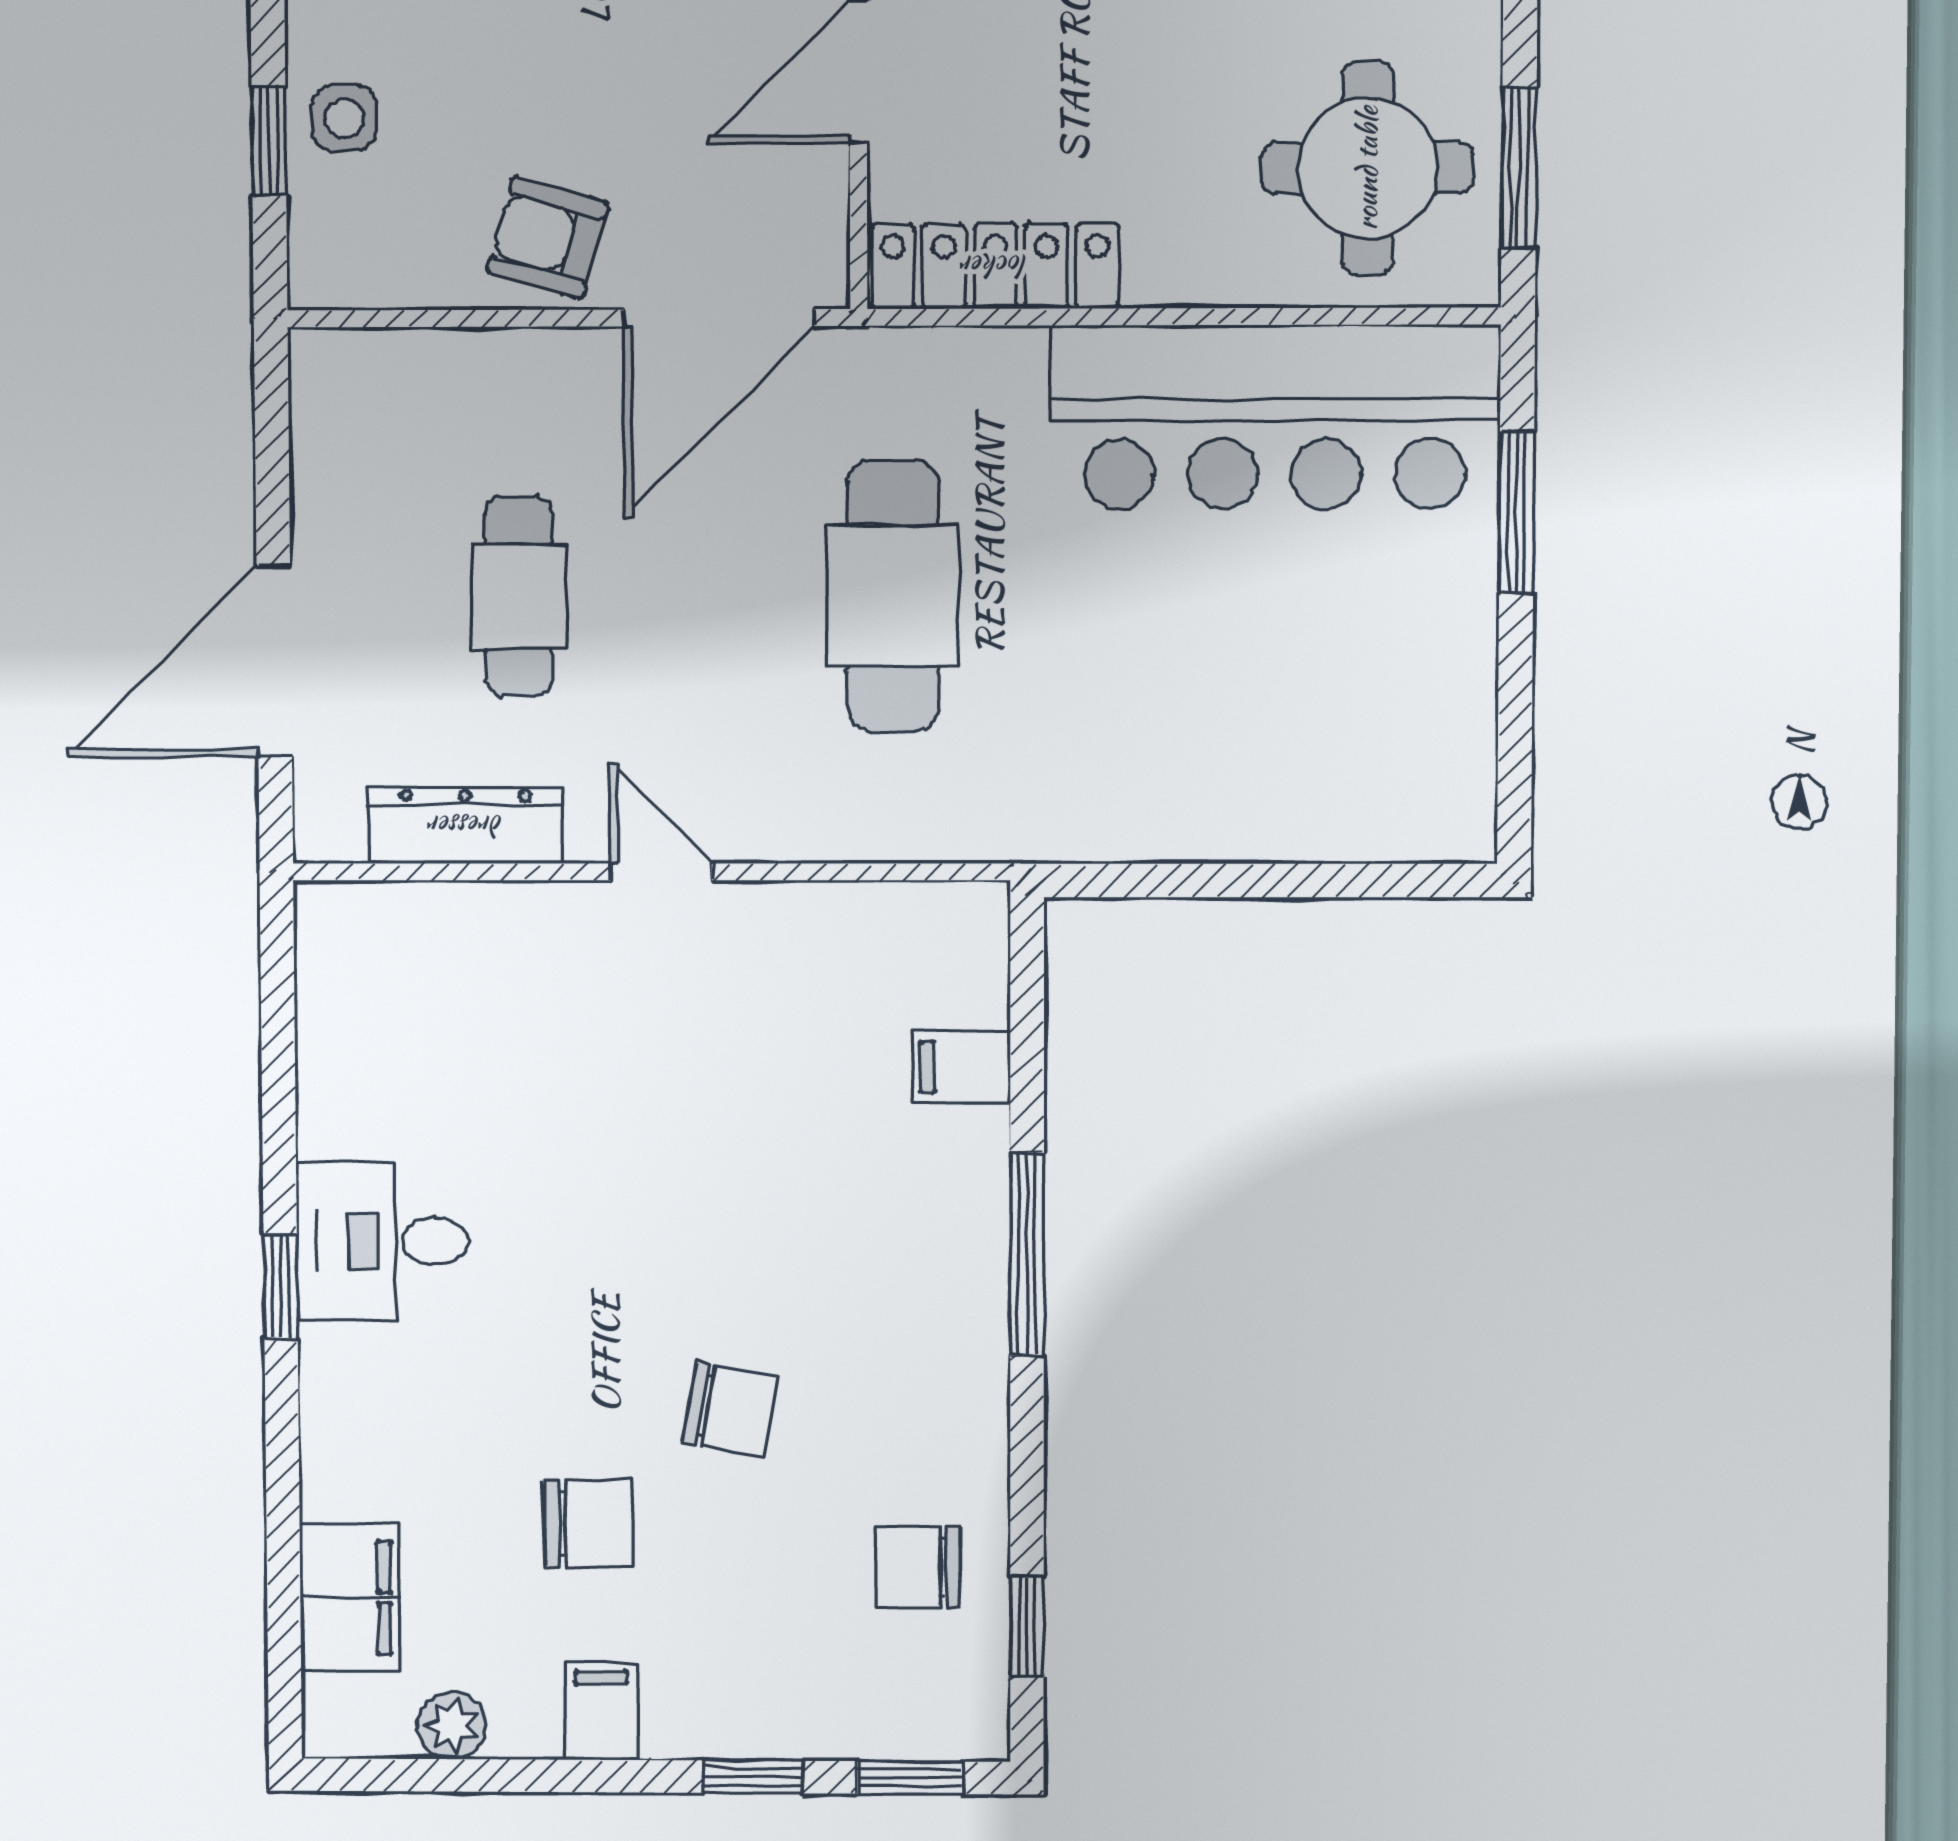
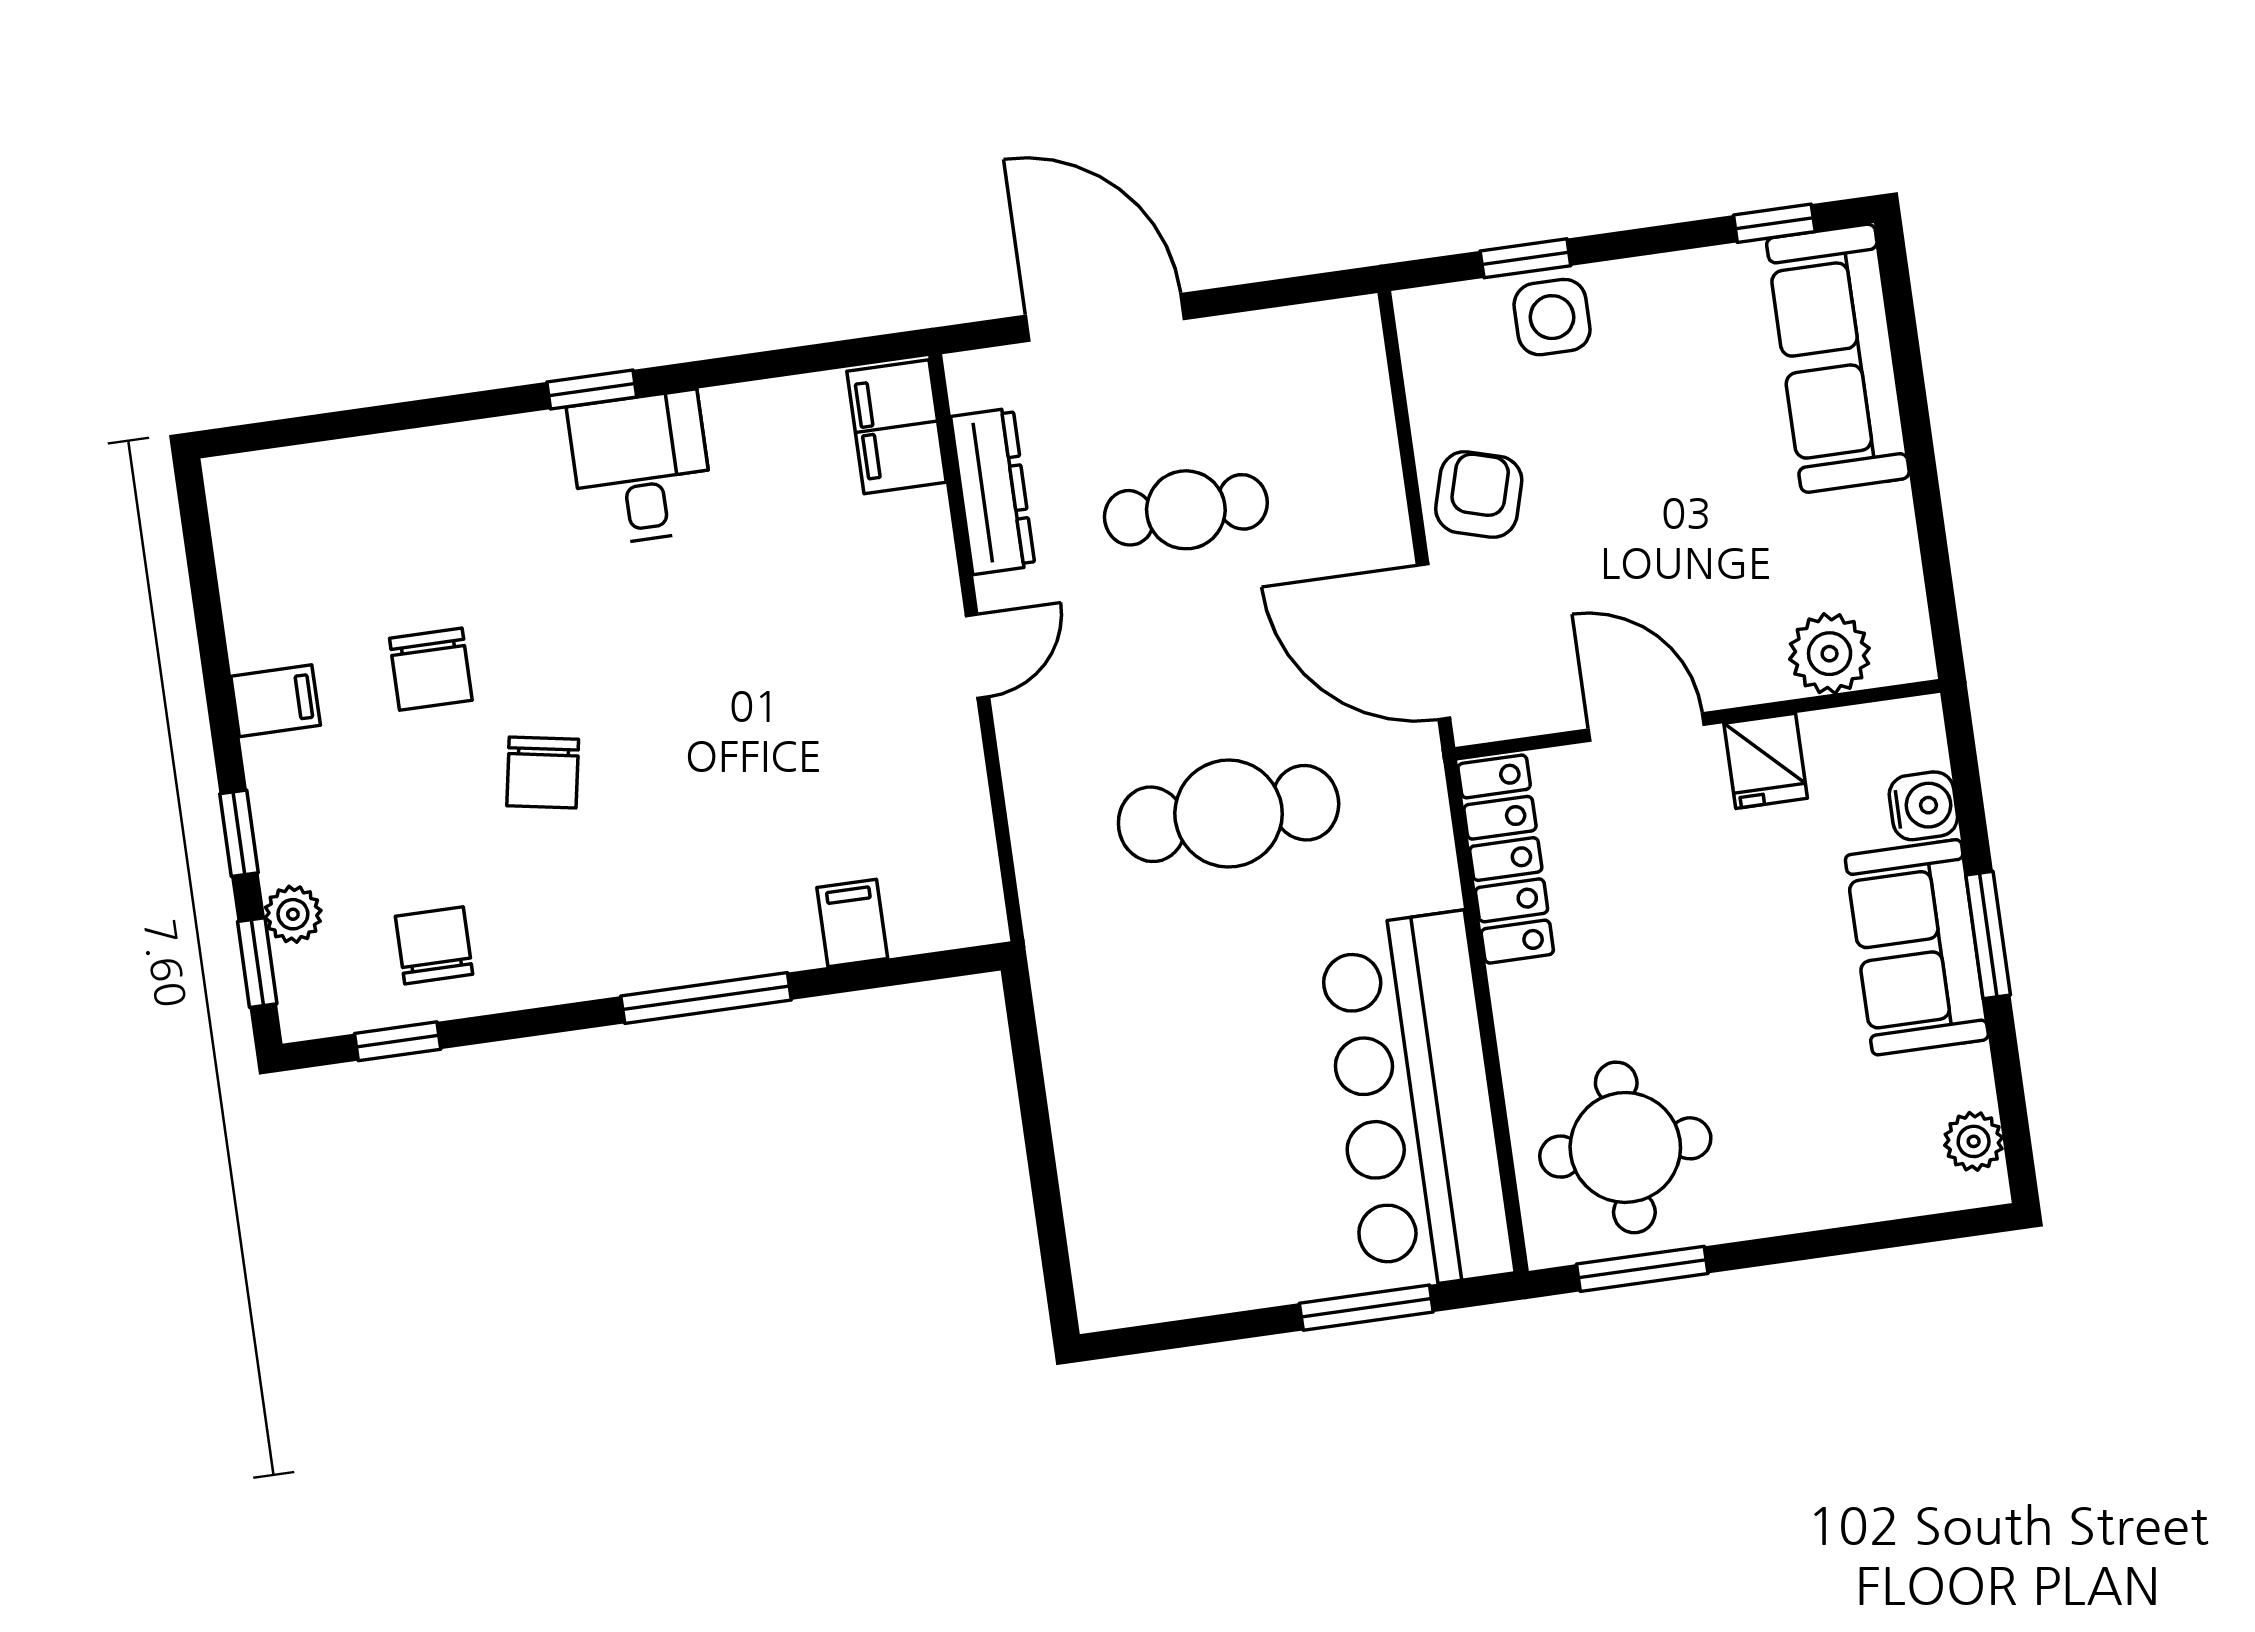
side table: (344, 118) -> (1552, 317), width x1.37, depth x1.37
filing cabinet: (350, 1598) -> (896, 427), moved, turned 90
plant: (452, 1726) -> (293, 914), moved

